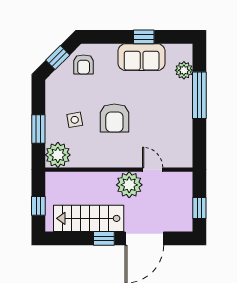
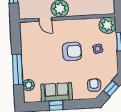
armchair: (114, 118) -> (72, 51), turned 90

